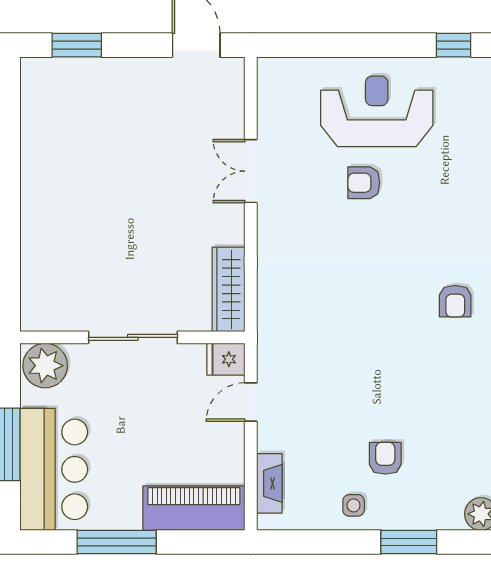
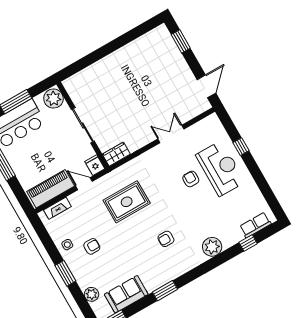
window: (454, 45) -> (241, 147), moved
wardrobe: (229, 289) -> (116, 154), width x0.67
rug: (336, 337) -> (127, 202), added
piano: (194, 508) -> (51, 189), moved, turned -90

